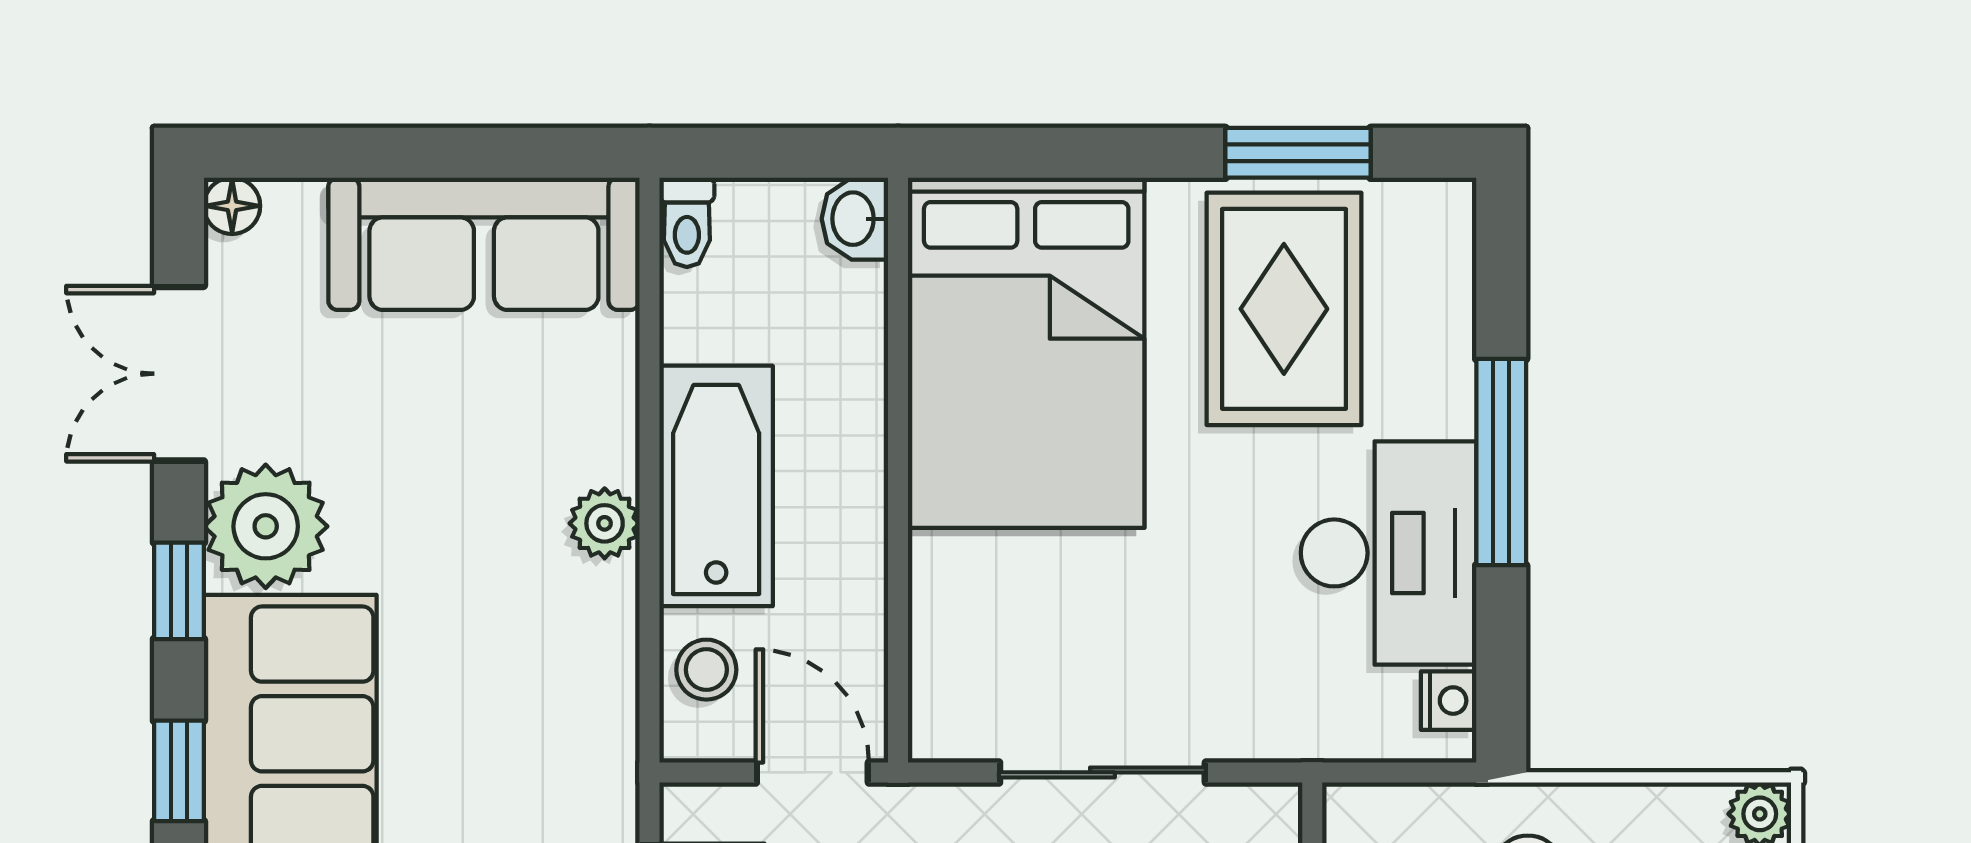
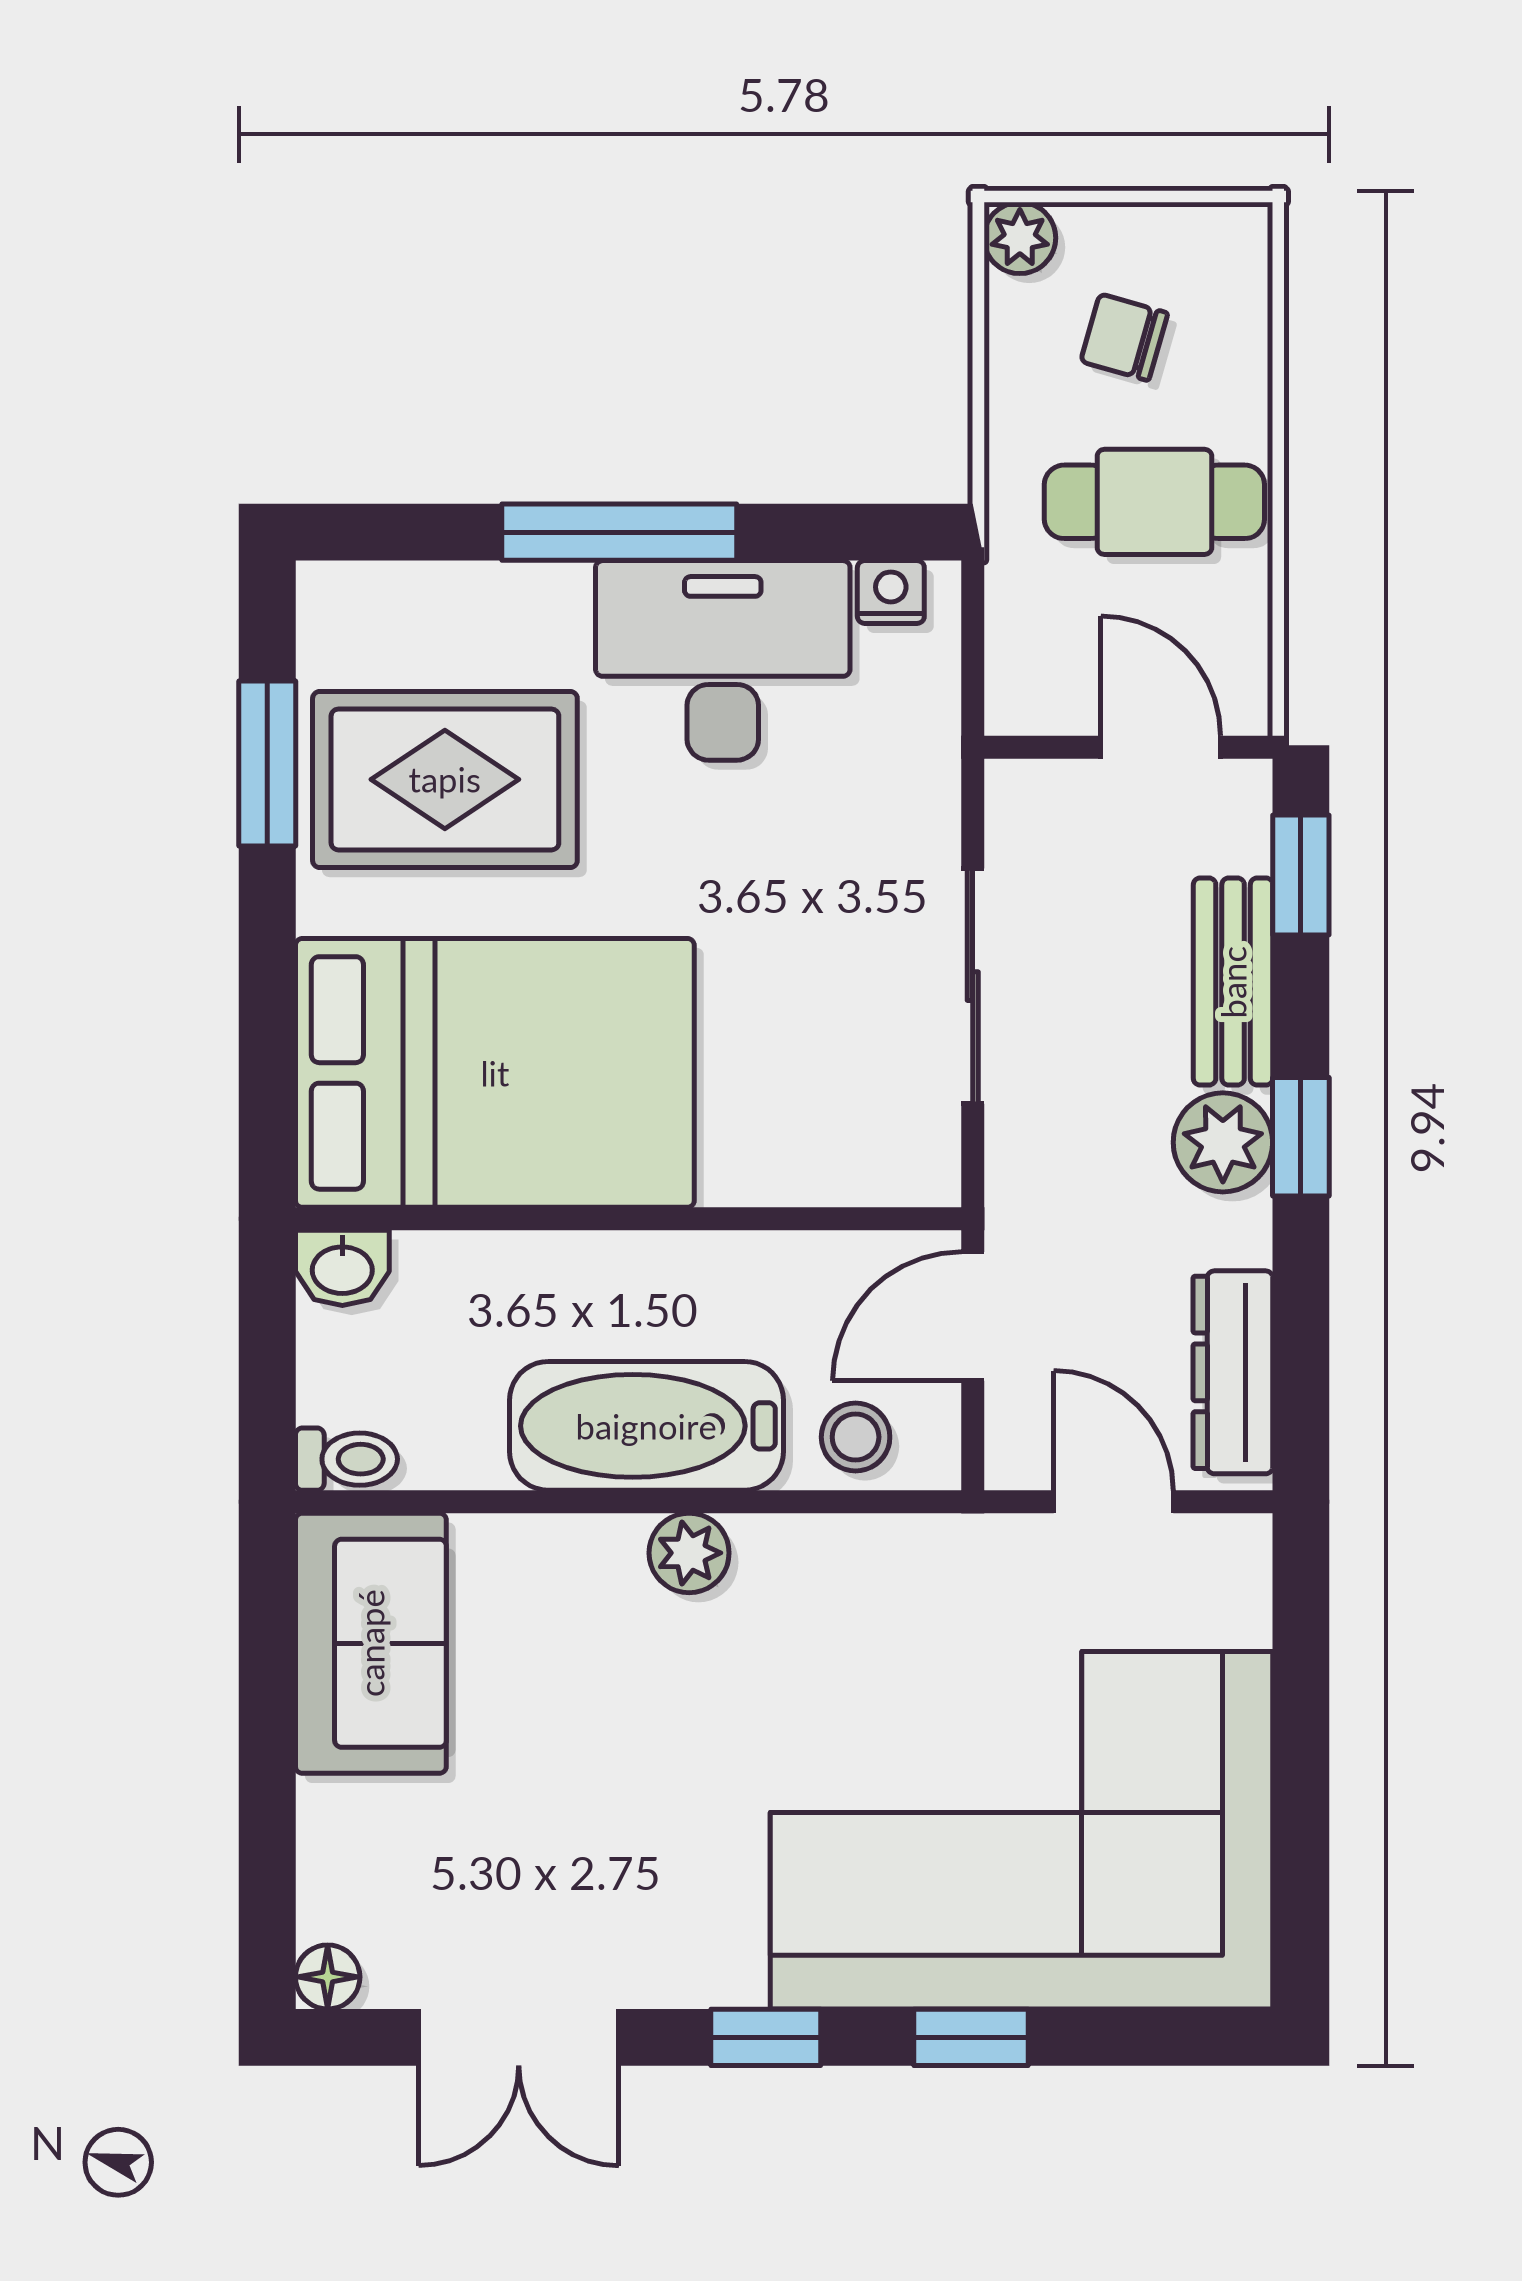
sofa: (484, 244) -> (371, 1643), width x0.73
plant: (266, 526) -> (692, 1939), removed

